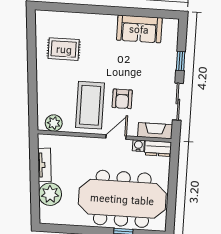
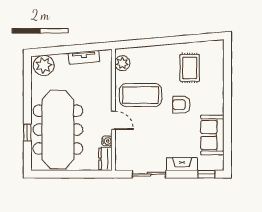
window: (181, 61) -> (206, 174), moved
armchair: (122, 99) -> (181, 105), moved
fireplace: (155, 131) -> (182, 164), moved, turned -90
plant: (50, 194) -> (44, 65), moved

